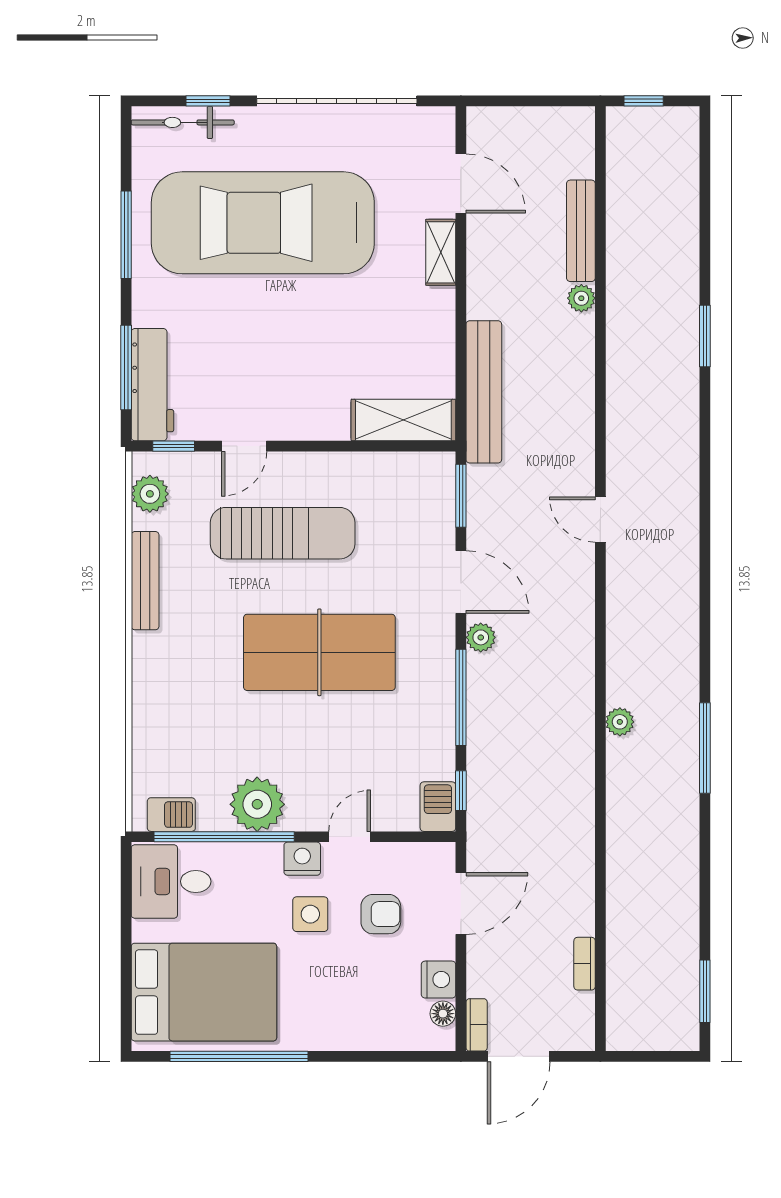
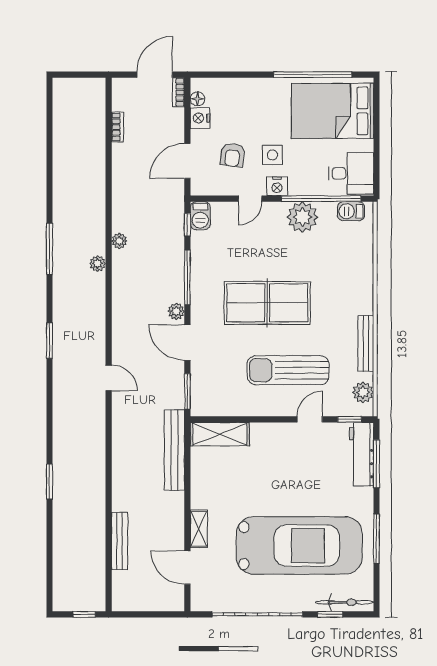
plant: (581, 298) -> (119, 241), moved
armchair: (381, 914) -> (233, 155), turned -83
window: (705, 991) -> (49, 341), moved

